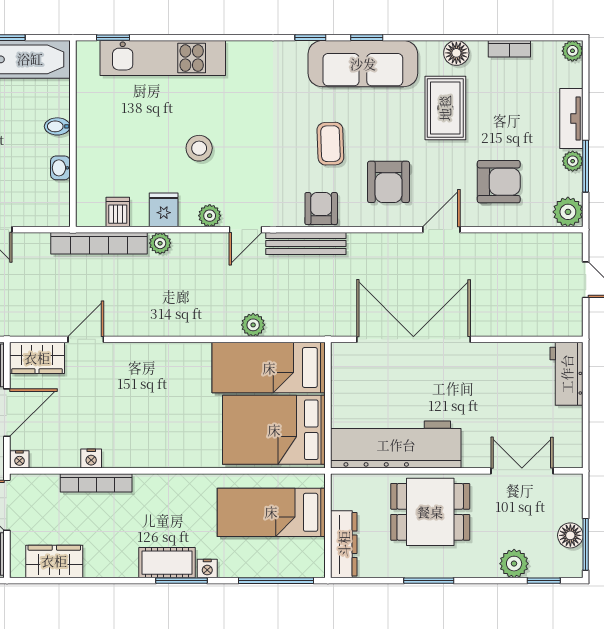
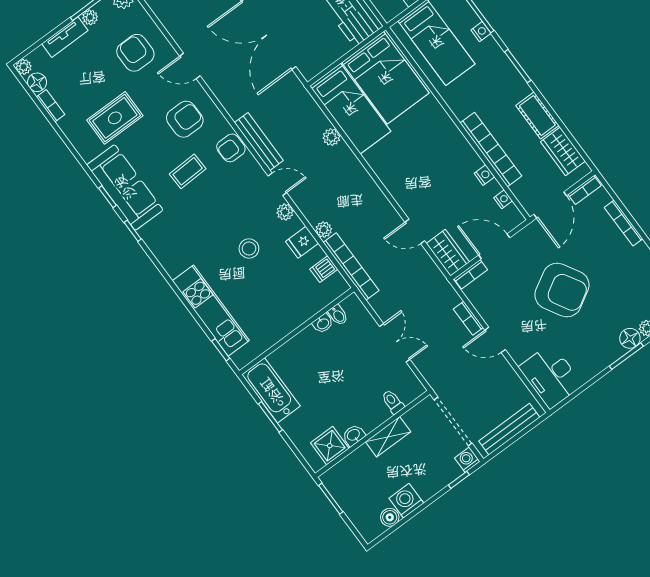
floor lamp: (456, 53) -> (37, 82), moved
bidet: (57, 126) -> (338, 315), moved
nightstand: (19, 459) -> (503, 199), moved
bookcase: (96, 483) -> (491, 150), width x1.48, depth x1.31
cot: (167, 563) -> (537, 115), moved
nightstand: (207, 569) -> (481, 32), moved

